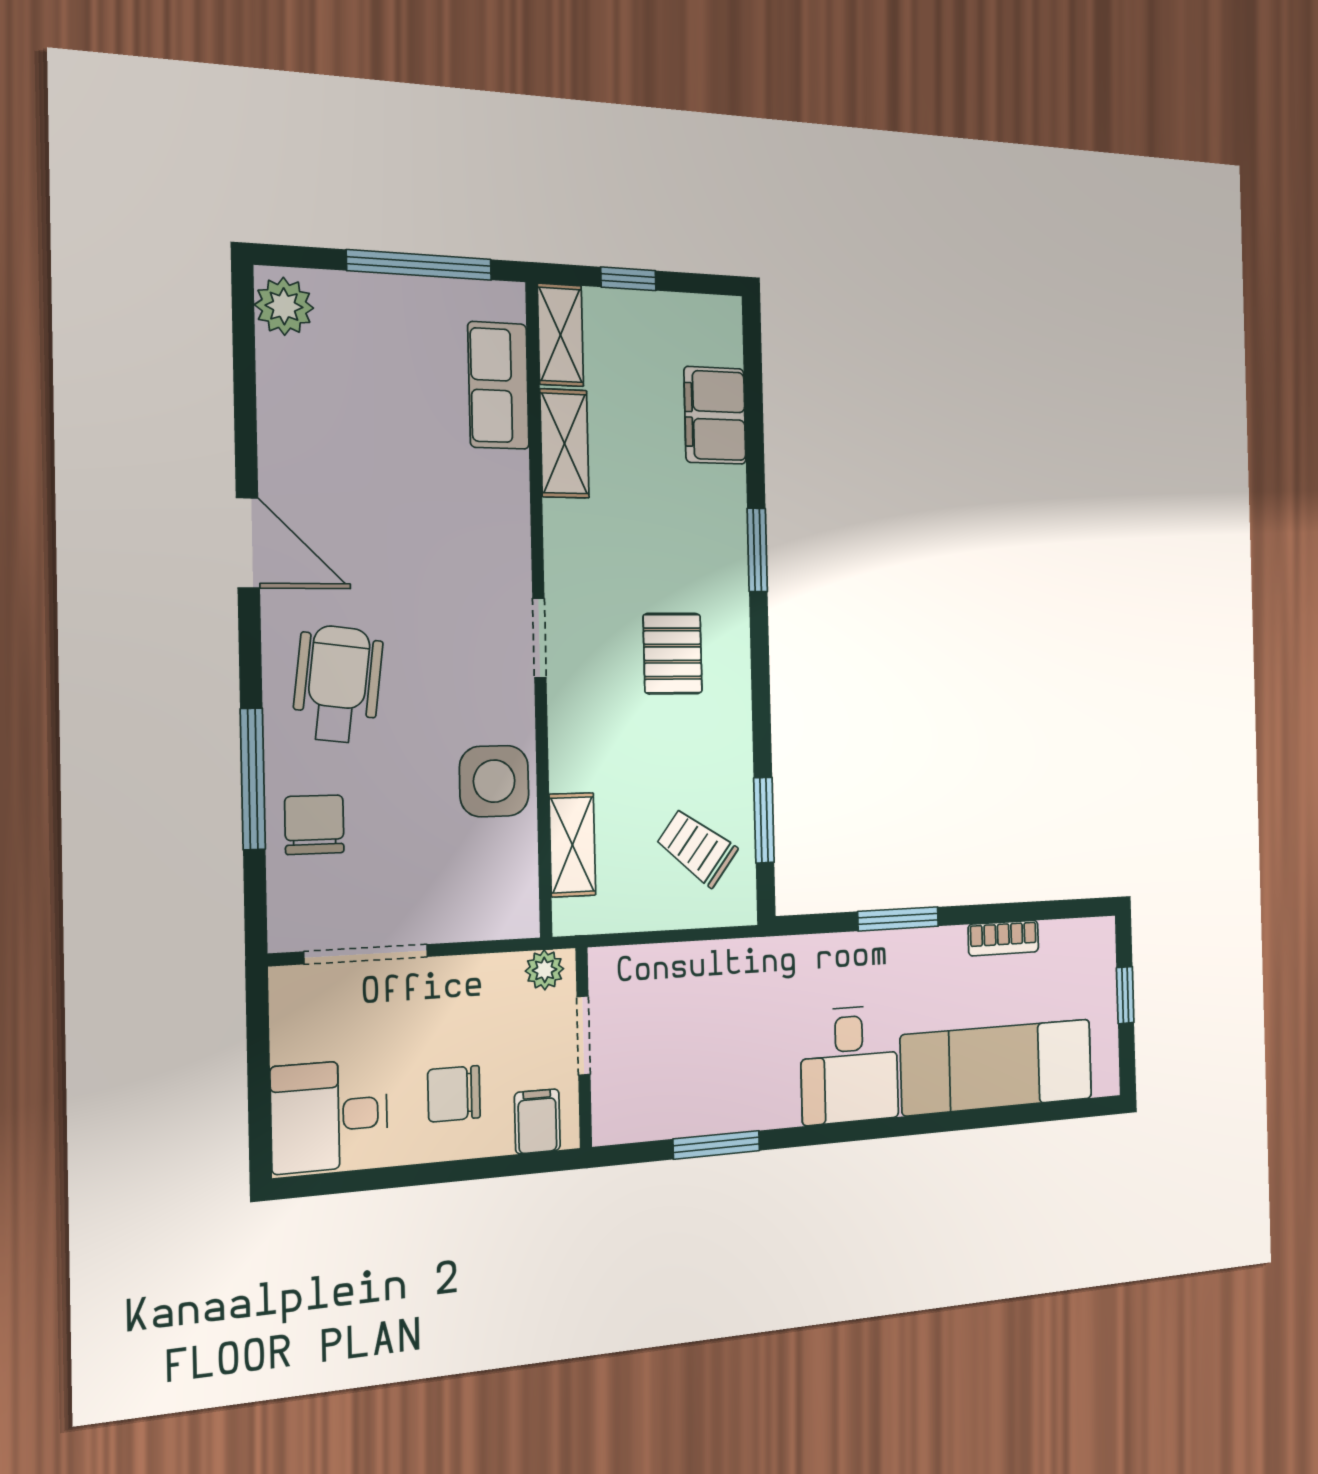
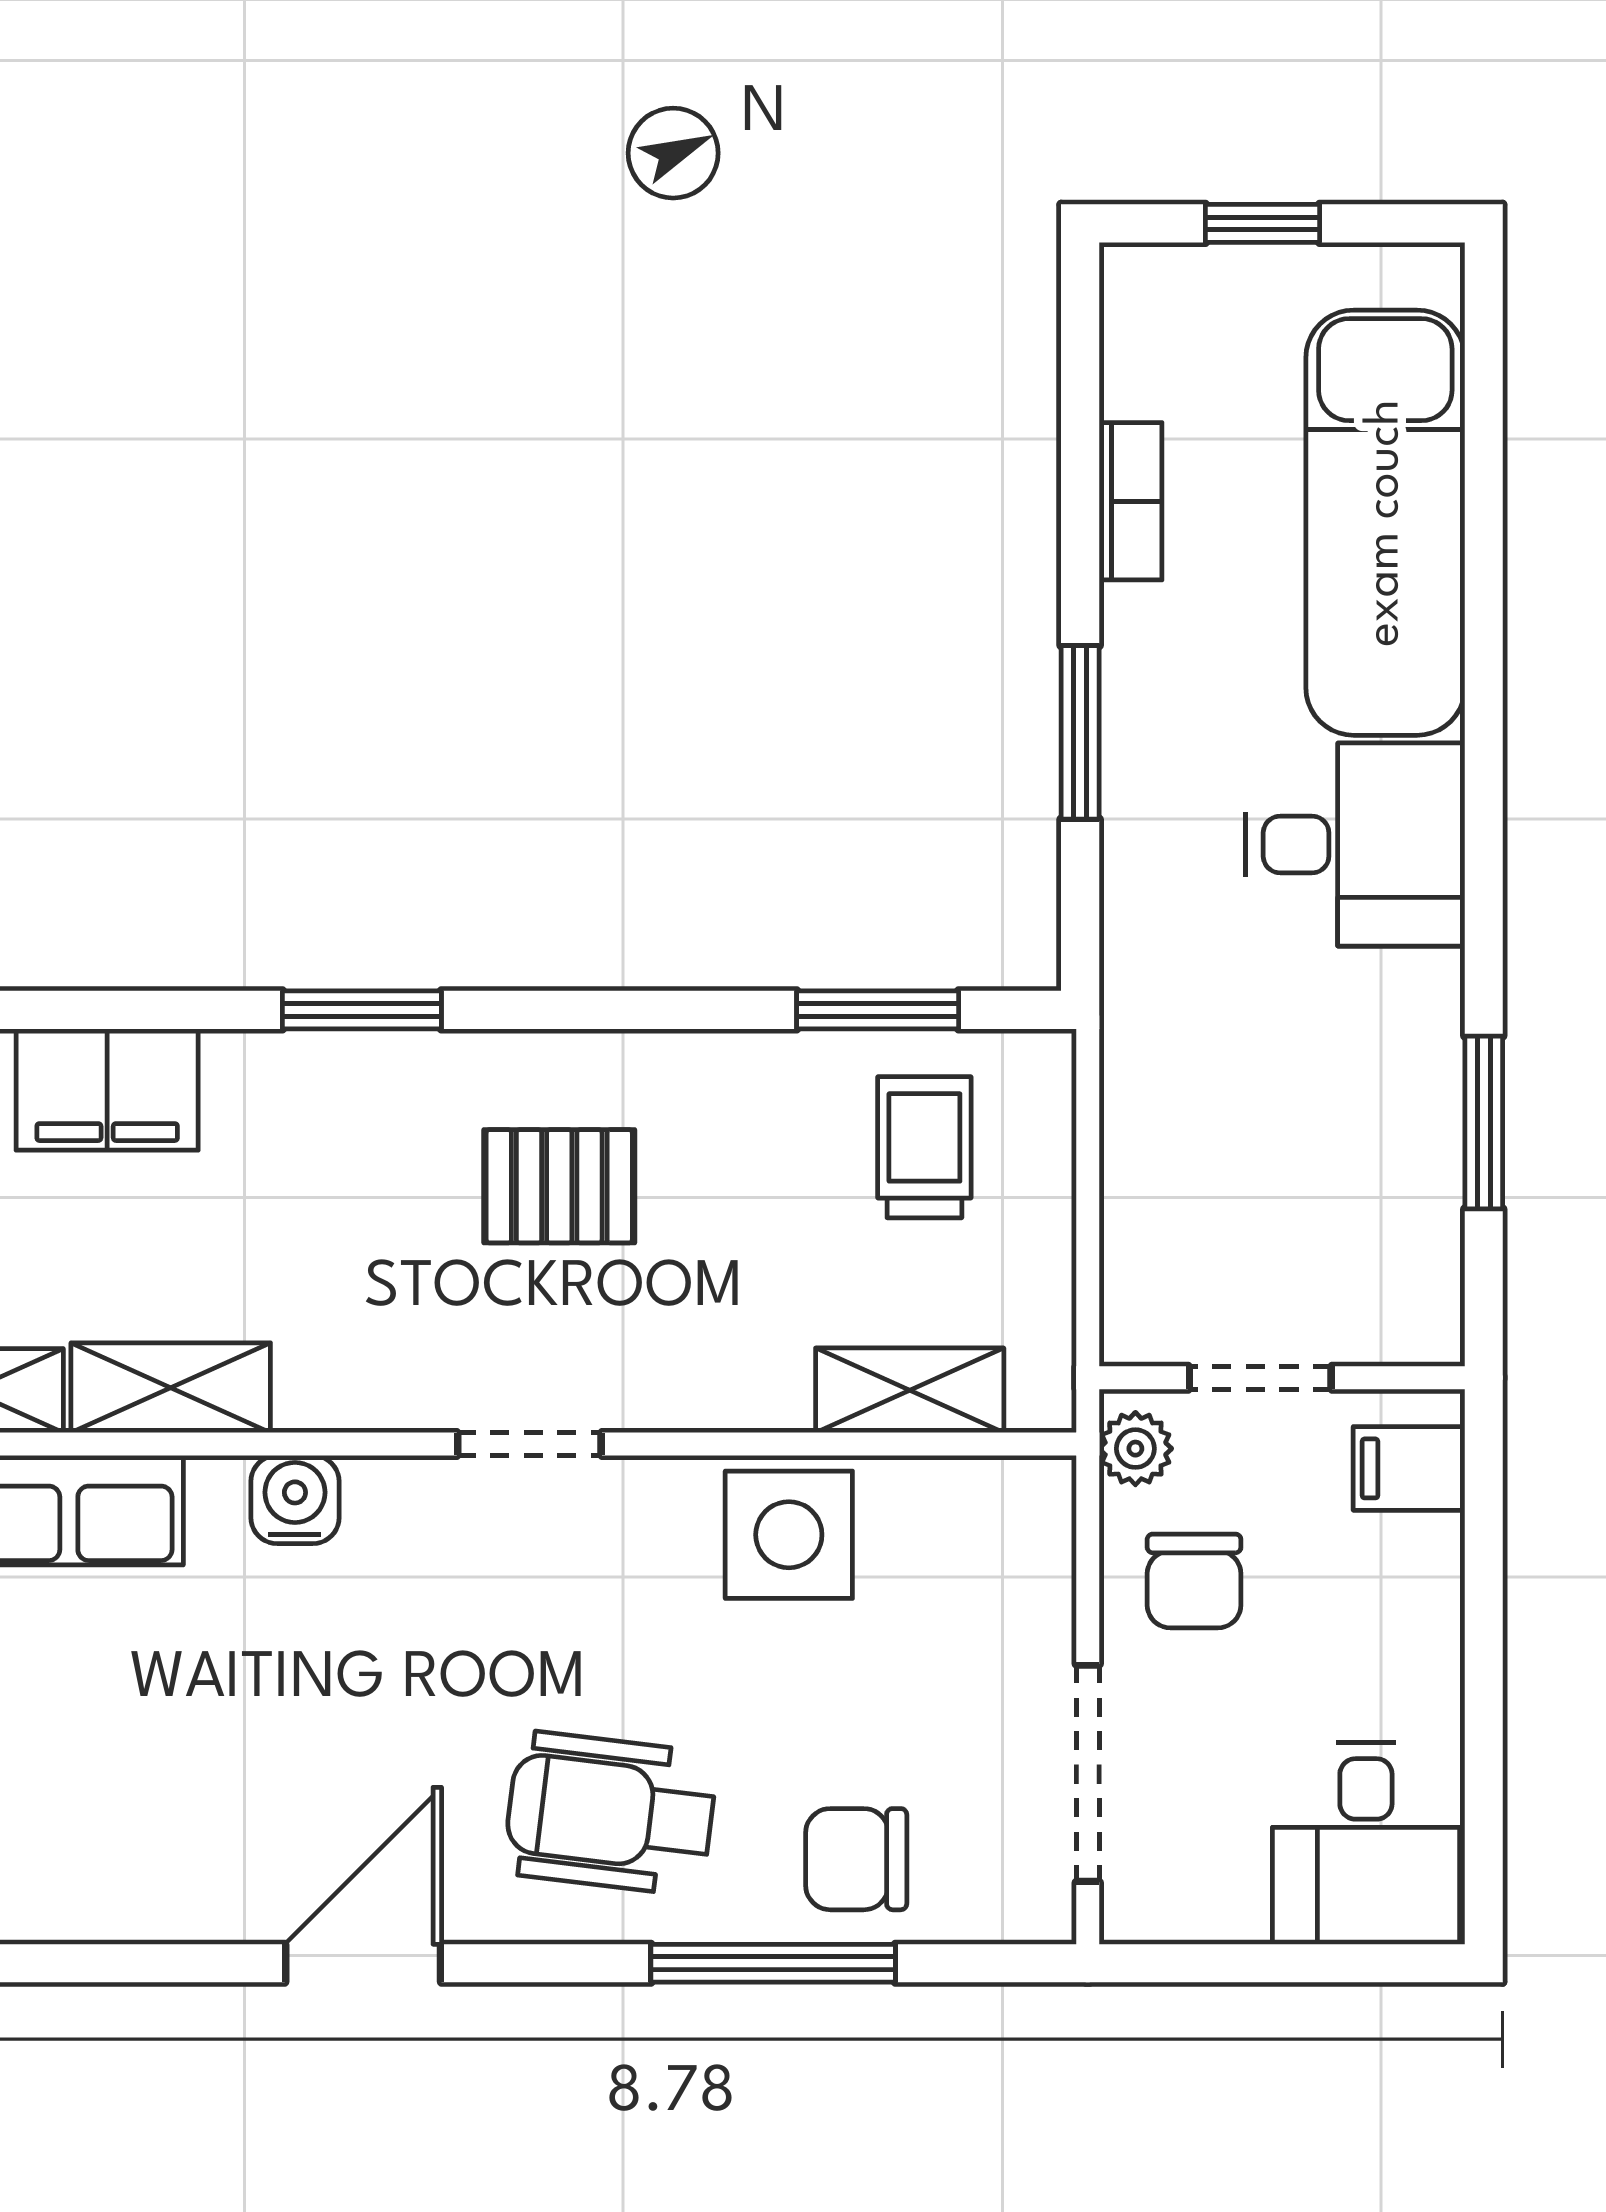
water cooler: (507, 509) -> (295, 1500), added
trolley: (697, 848) -> (924, 1147), turned 143
chair: (454, 1094) -> (1194, 1581), moved

